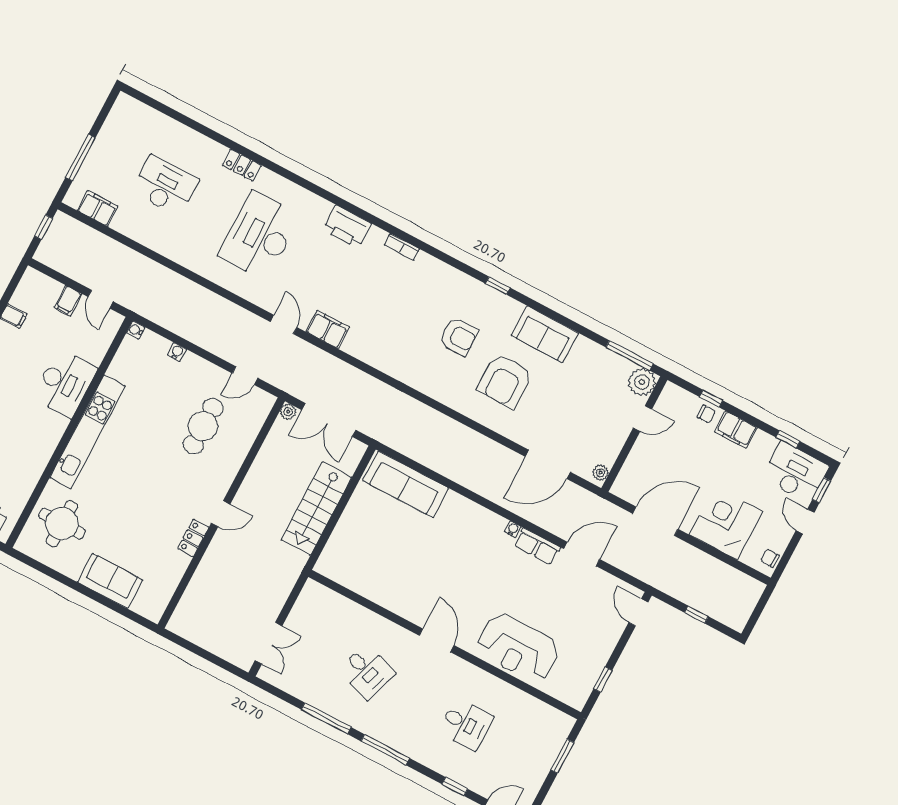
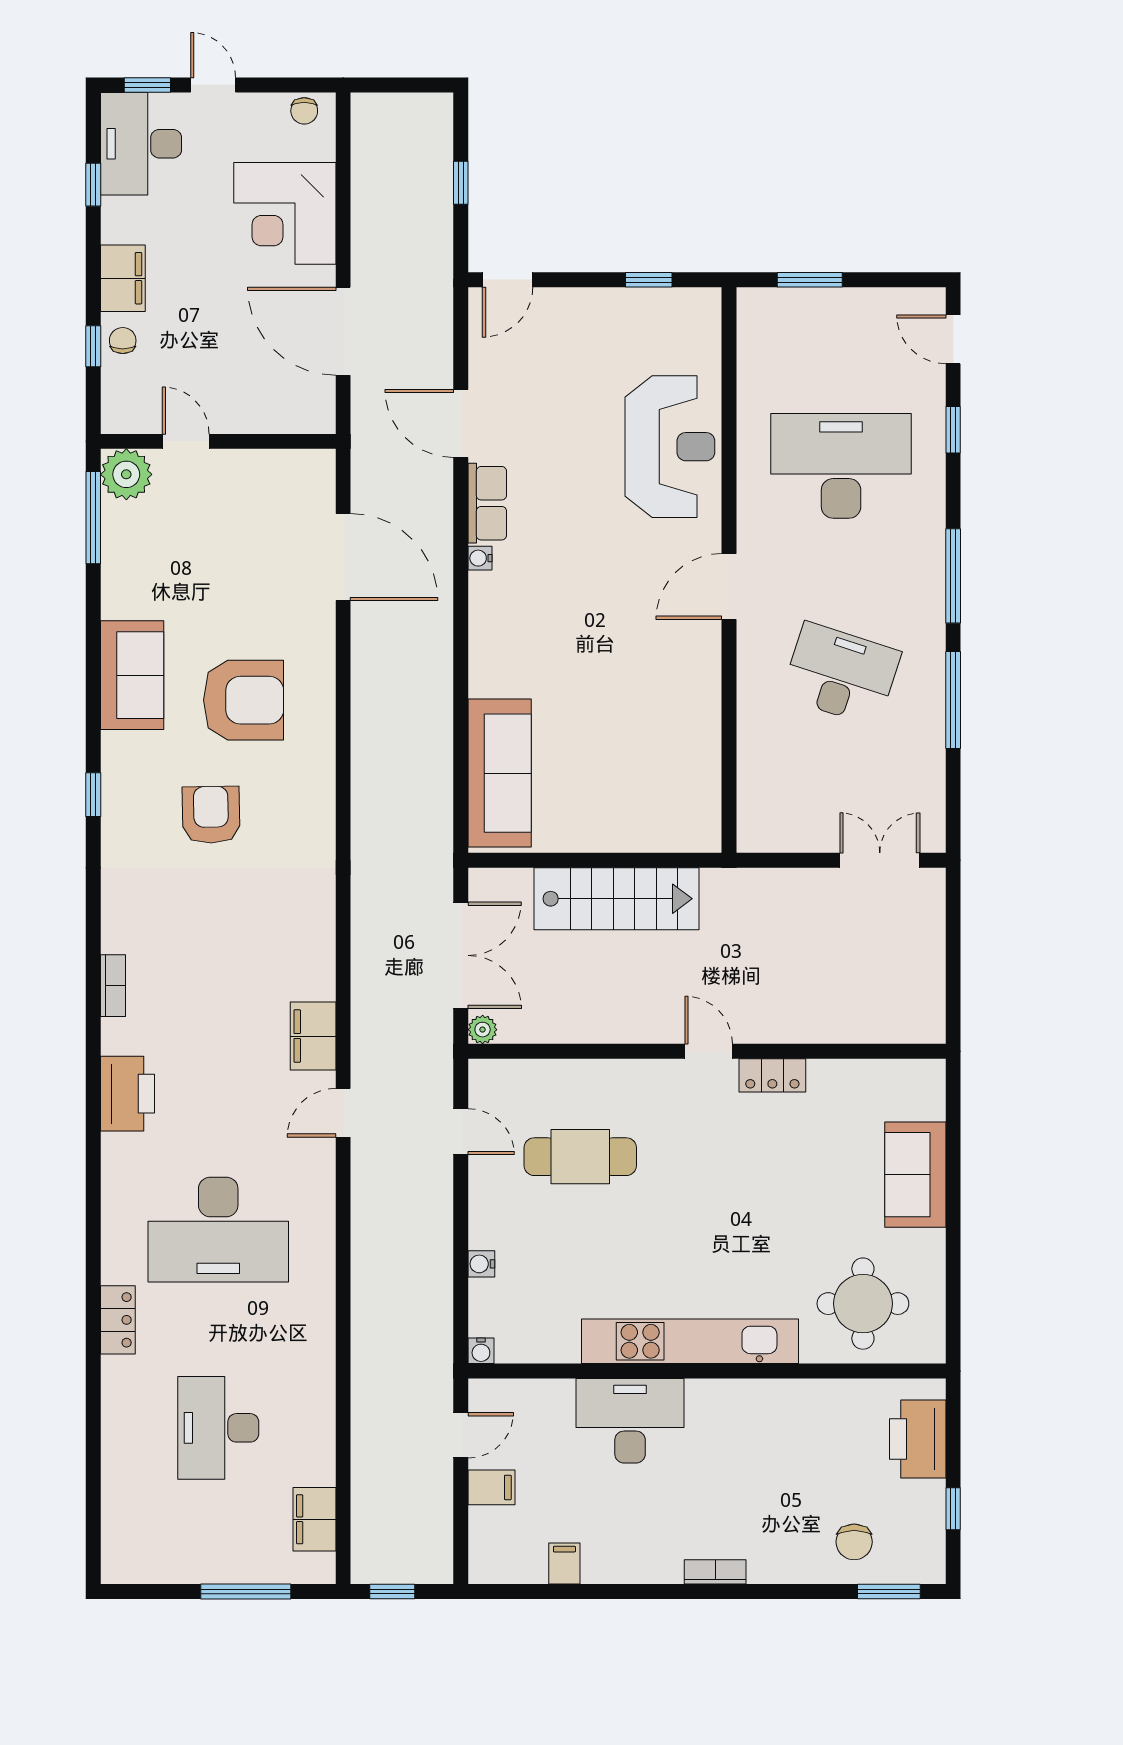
plant: (601, 473) -> (311, 463), removed
door: (805, 521) -> (213, 85), swing flipped
desk: (367, 672) -> (841, 674), width x1.37
desk: (466, 724) -> (841, 466), width x1.87, depth x1.30

